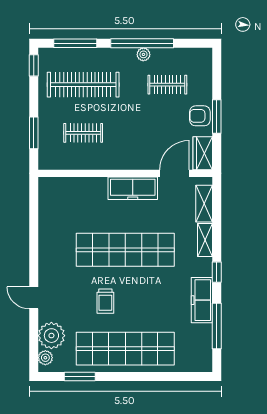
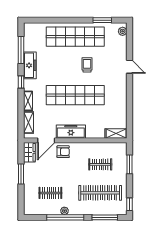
armchair: (200, 116) -> (63, 152), moved
shelving: (56, 185) -> (116, 133), added
plant: (51, 336) -> (119, 44), removed

